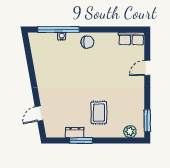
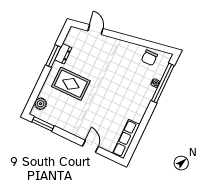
row of seats: (131, 39) -> (126, 139), width x1.48
chair: (87, 42) -> (149, 58), moved
rug: (99, 113) -> (71, 84), width x1.36, depth x1.43

